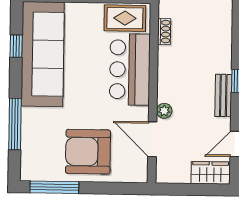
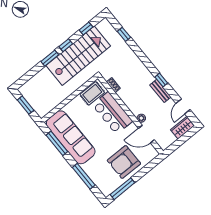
window: (16, 46) -> (57, 143), width x2.17

